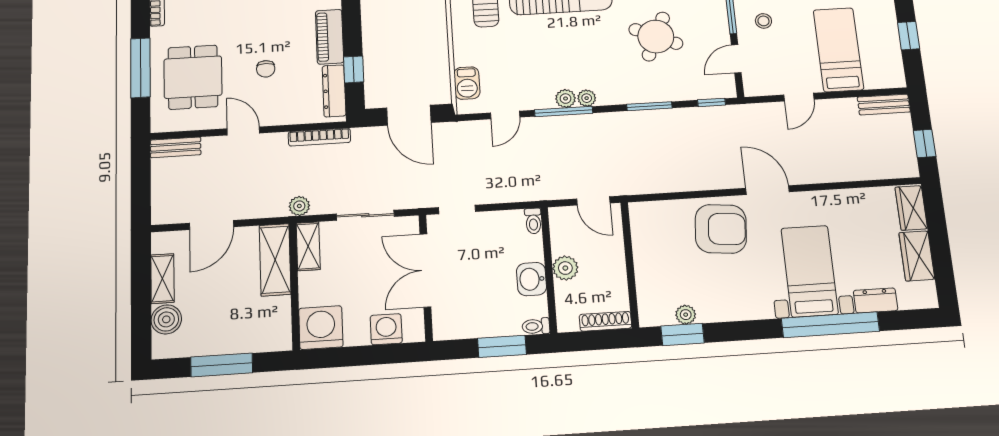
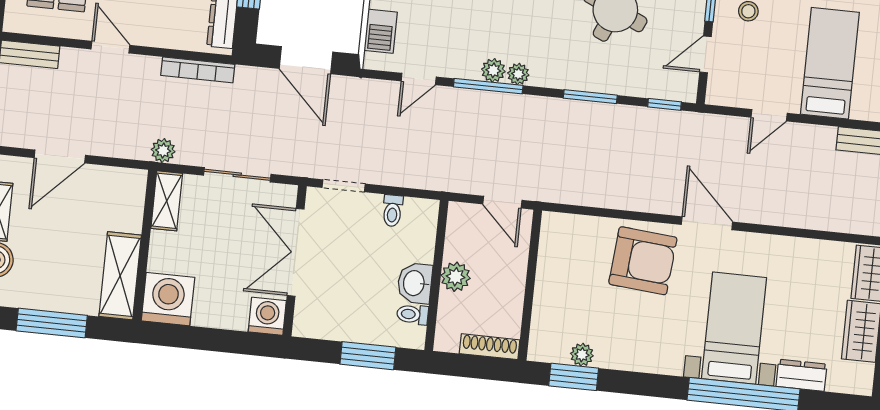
toilet: (533, 221) -> (392, 211), moved
shelving: (275, 260) -> (120, 276), moved
toilet: (536, 326) -> (413, 314), moved
washing machine: (386, 329) -> (267, 316), moved

